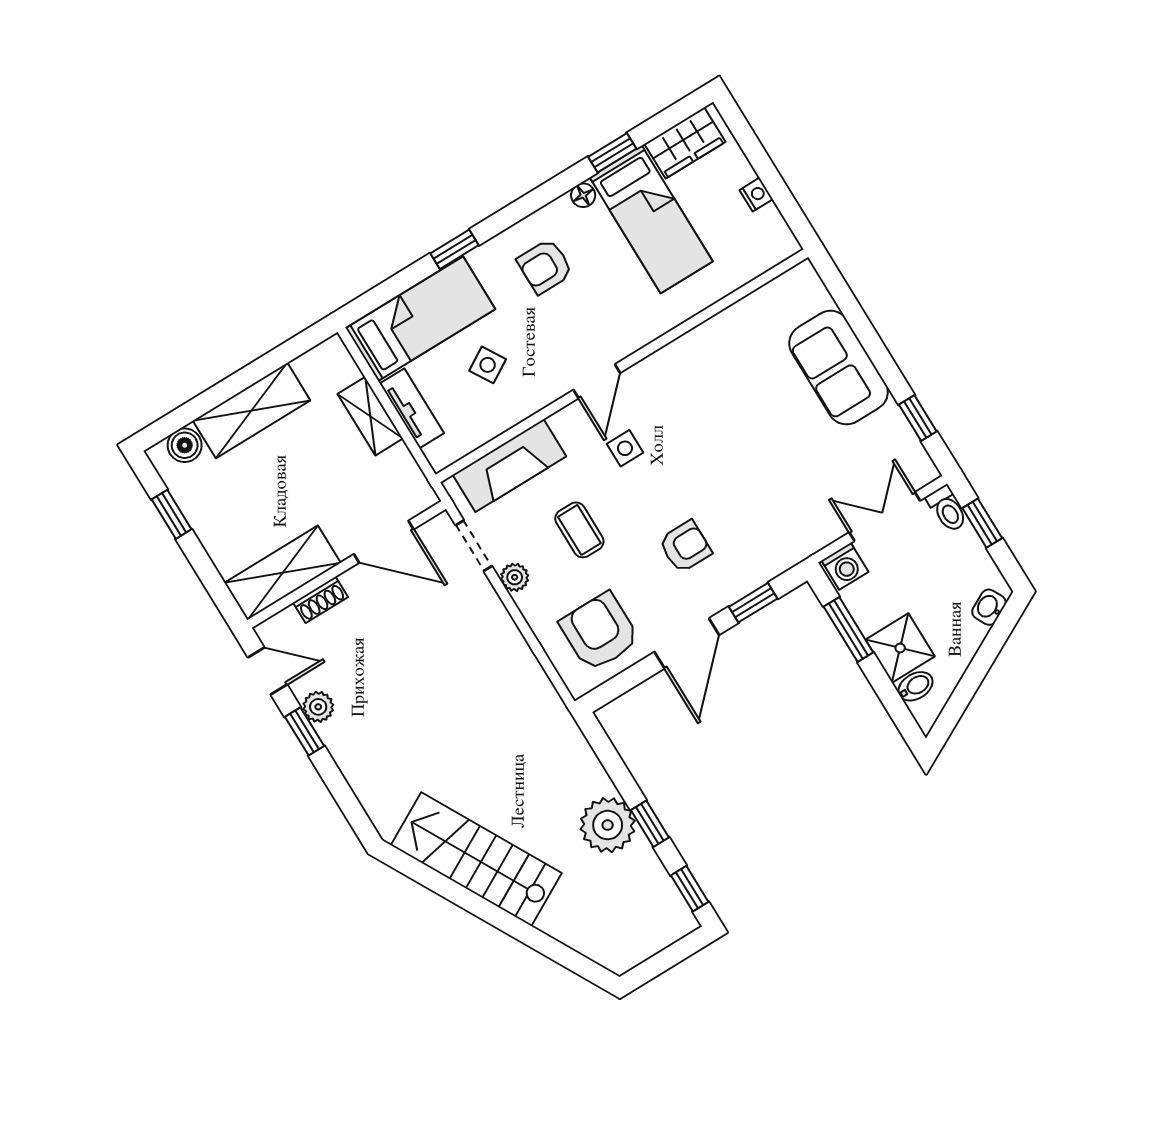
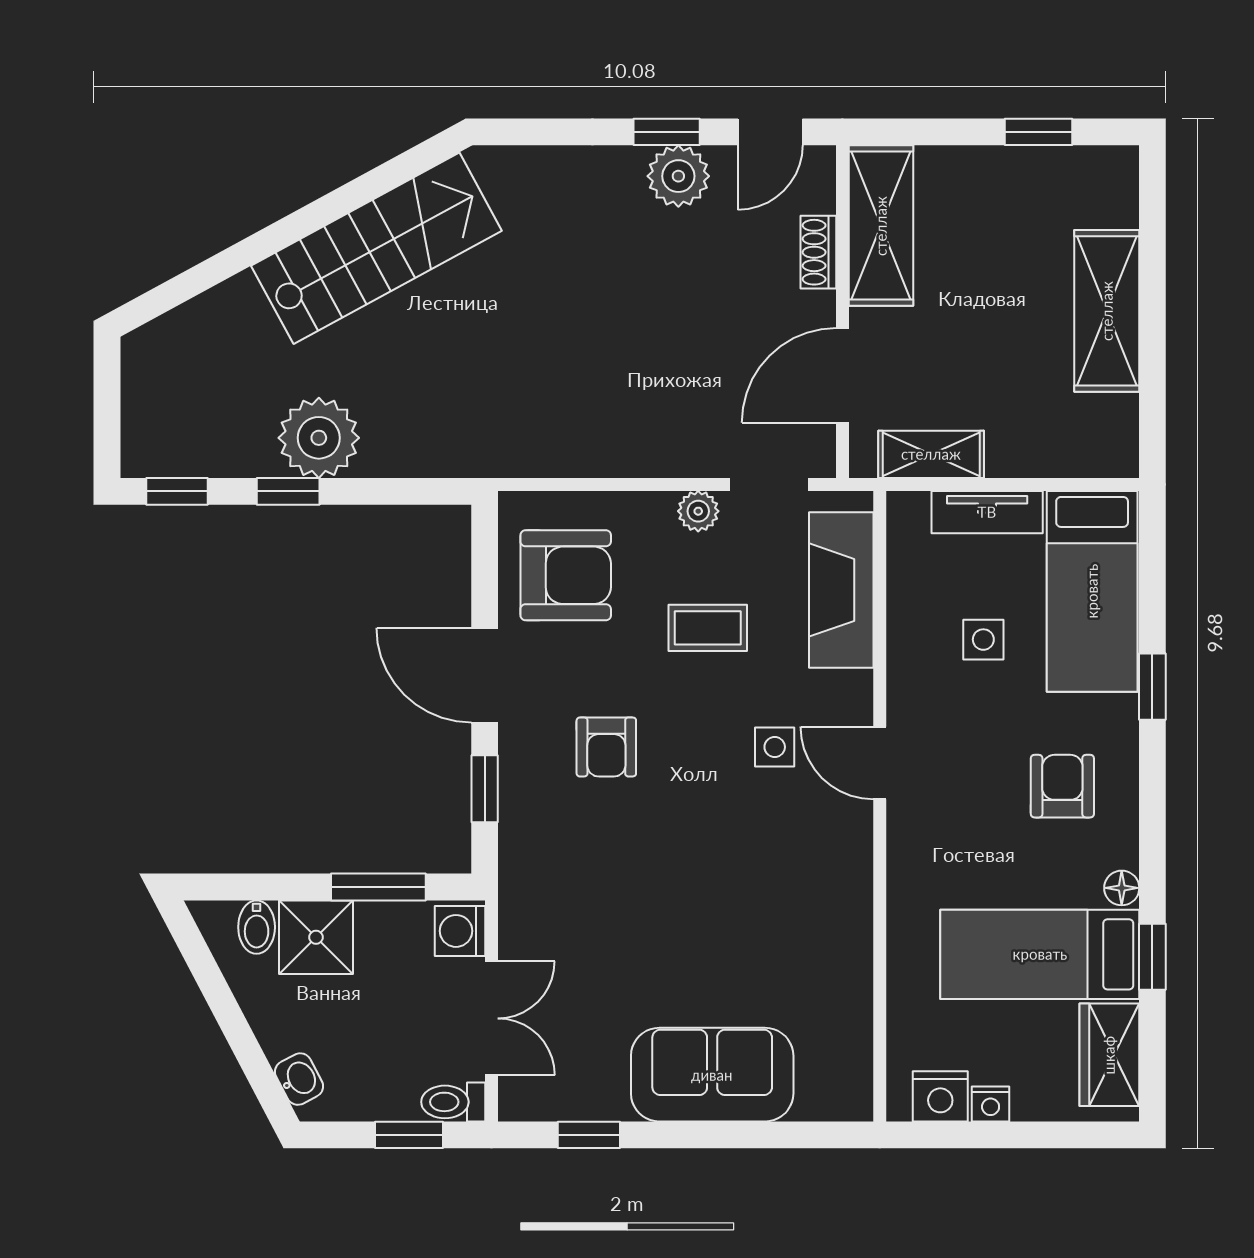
nightstand: (770, 227) -> (940, 1096), added
side table: (488, 365) -> (983, 640), turned 31
shelving: (370, 416) -> (931, 454), moved
boiler: (185, 445) -> (1114, 201), removed
plant: (318, 707) -> (678, 176), width x1.38, depth x1.38

